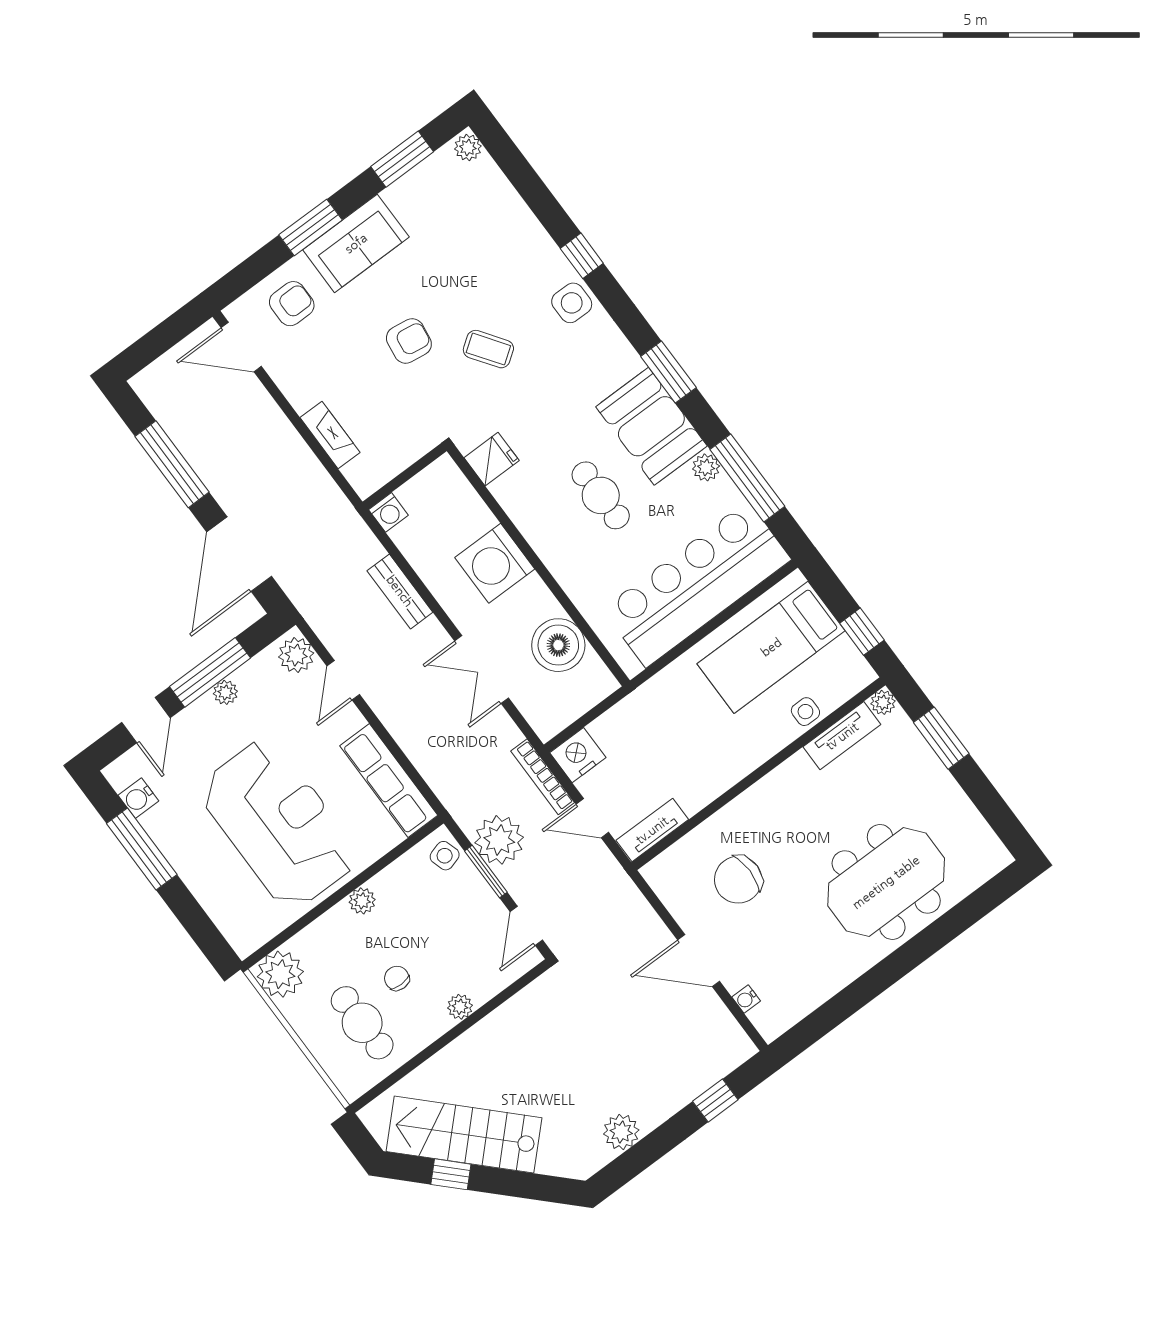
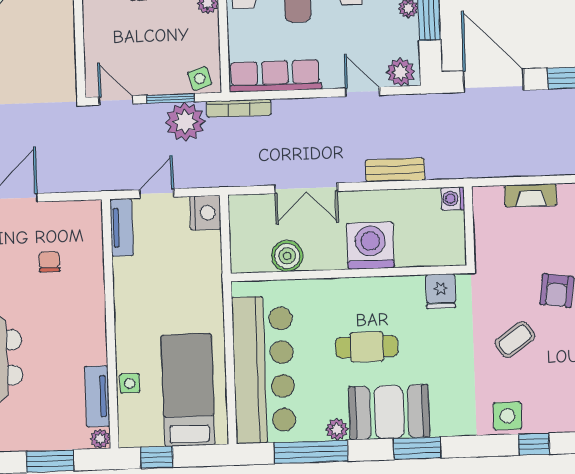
boiler: (558, 645) -> (287, 256), width x0.73, depth x0.73
double door: (482, 670) -> (306, 188), swing flipped
bookcase: (543, 777) -> (239, 108), moved, turned 180
chair: (738, 880) -> (49, 262), width x0.54, depth x0.54
plant: (460, 1007) -> (93, 19), removed

